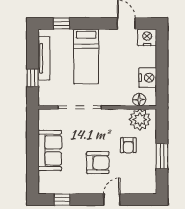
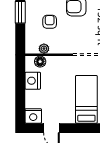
plant: (140, 119) -> (44, 49), width x0.53, depth x0.53

